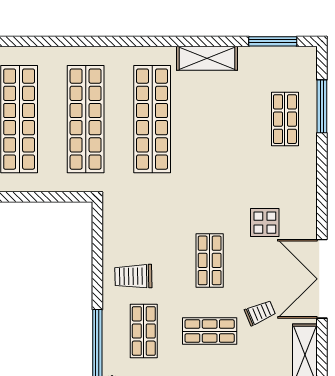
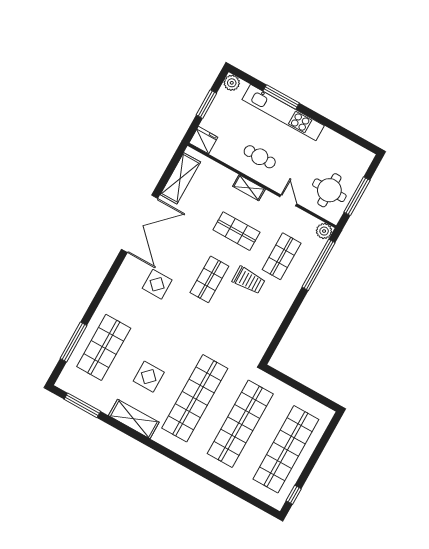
display table: (217, 115) -> (149, 377), added
shop shelf: (285, 119) -> (104, 347), width x1.43, depth x1.36
trolley: (133, 276) -> (249, 280), moved
trolley: (260, 313) -> (195, 224), removed

